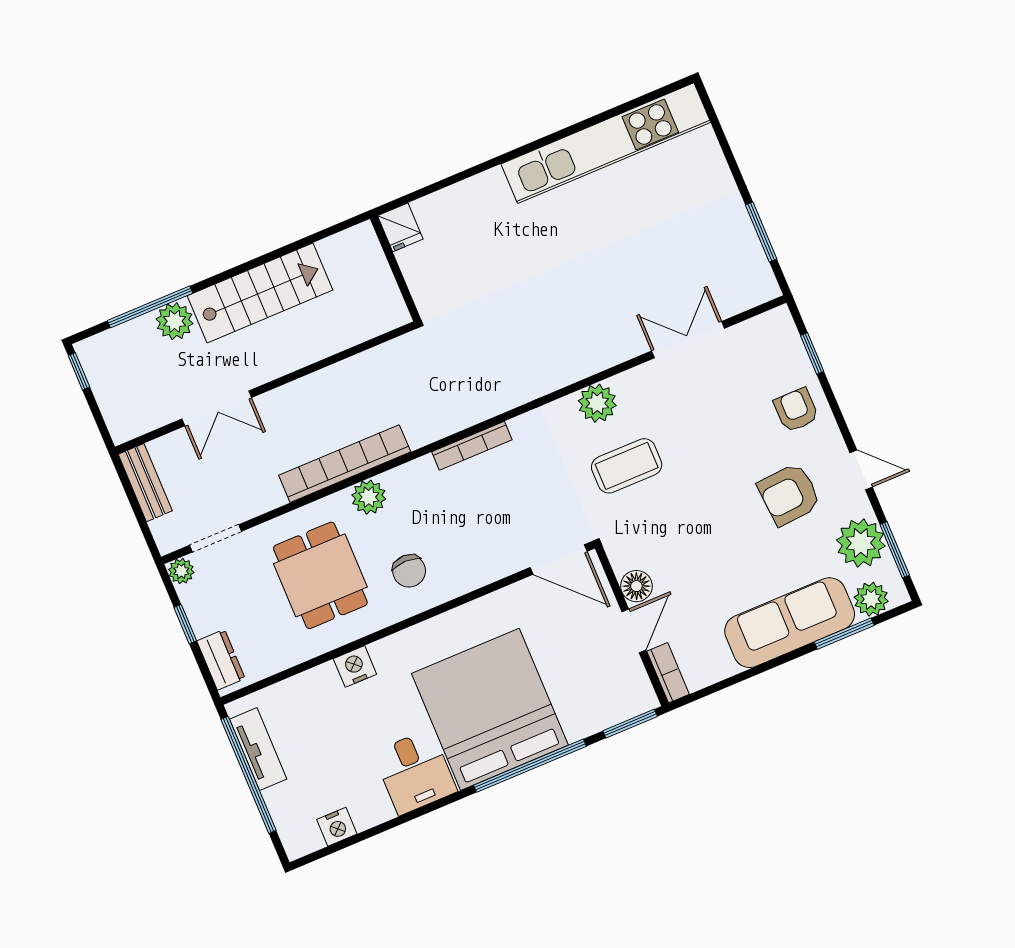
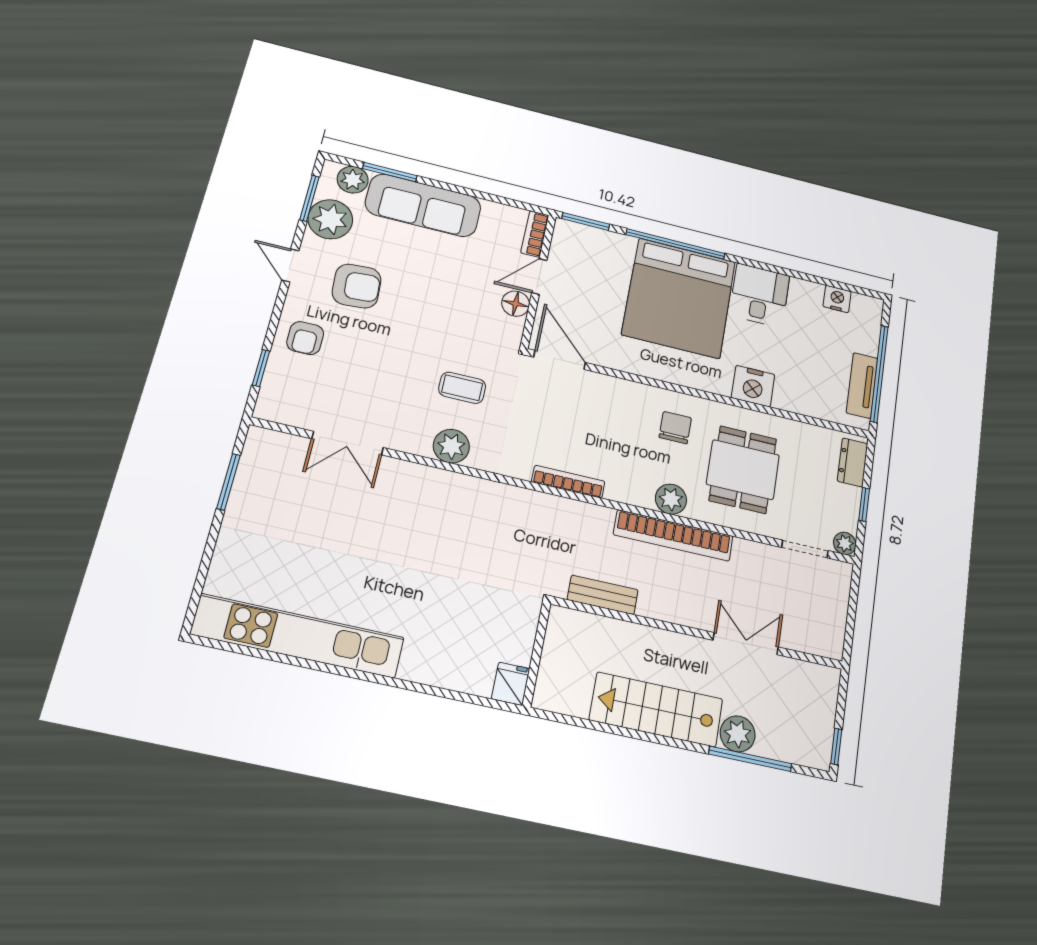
coffee table: (627, 466) -> (462, 388), width x0.73, depth x0.77
bench: (145, 483) -> (603, 595), moved, turned 90
nightstand: (355, 666) -> (753, 386), width x1.36, depth x1.33

